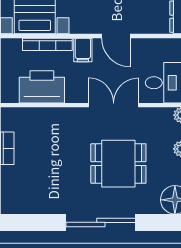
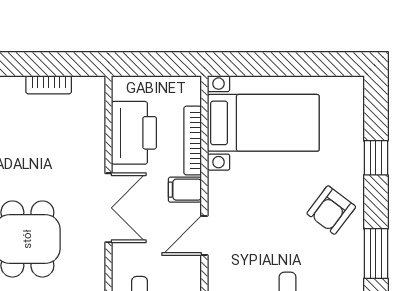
double door: (114, 105) -> (108, 208), moved

